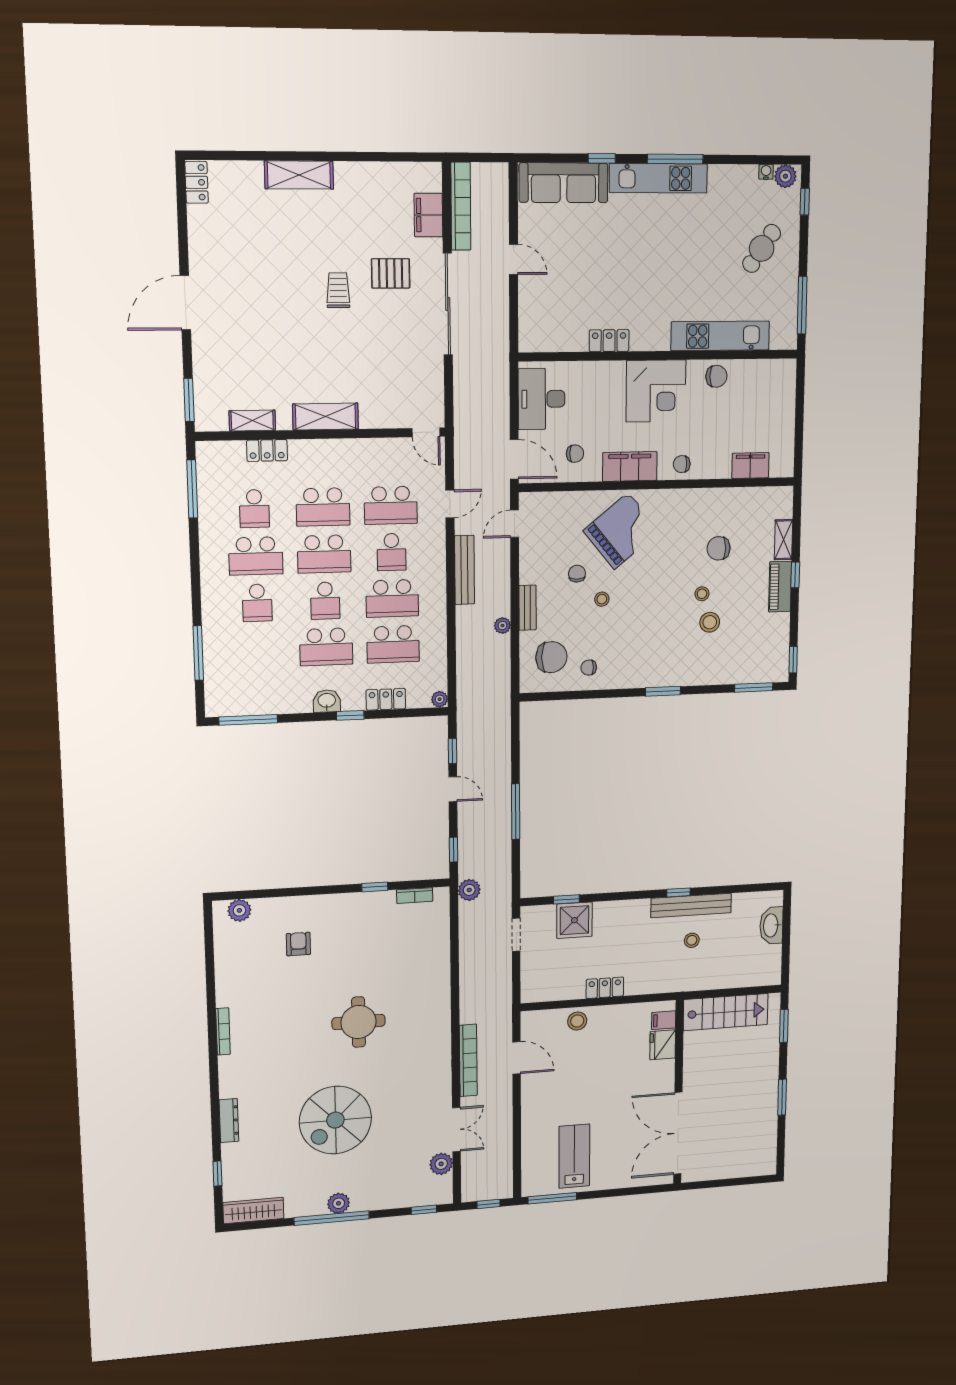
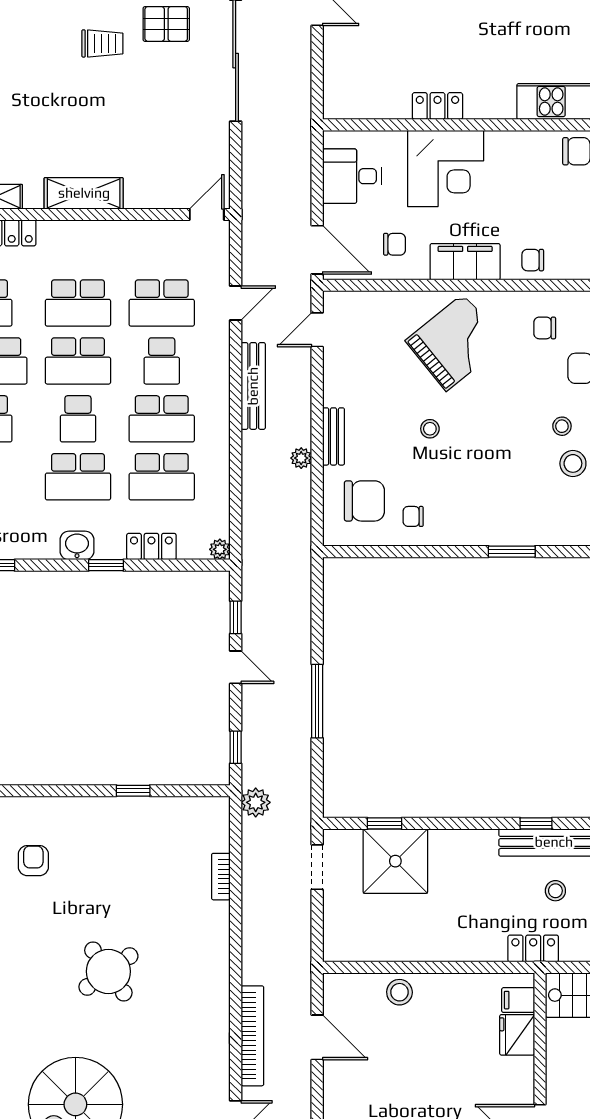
trolley: (338, 290) -> (102, 43), turned 90
corner desk: (656, 391) -> (446, 168), moved
desk: (542, 399) -> (352, 176), width x0.73
door: (426, 432) -> (207, 215), swing flipped
chair: (577, 574) -> (545, 328), moved, turned -90
bookcase: (415, 896) -> (221, 877), moved, turned 90
shower: (574, 920) -> (395, 861), width x1.37, depth x1.37
locker: (605, 988) -> (533, 948), moved
round table: (359, 1022) -> (108, 971), turned -36

